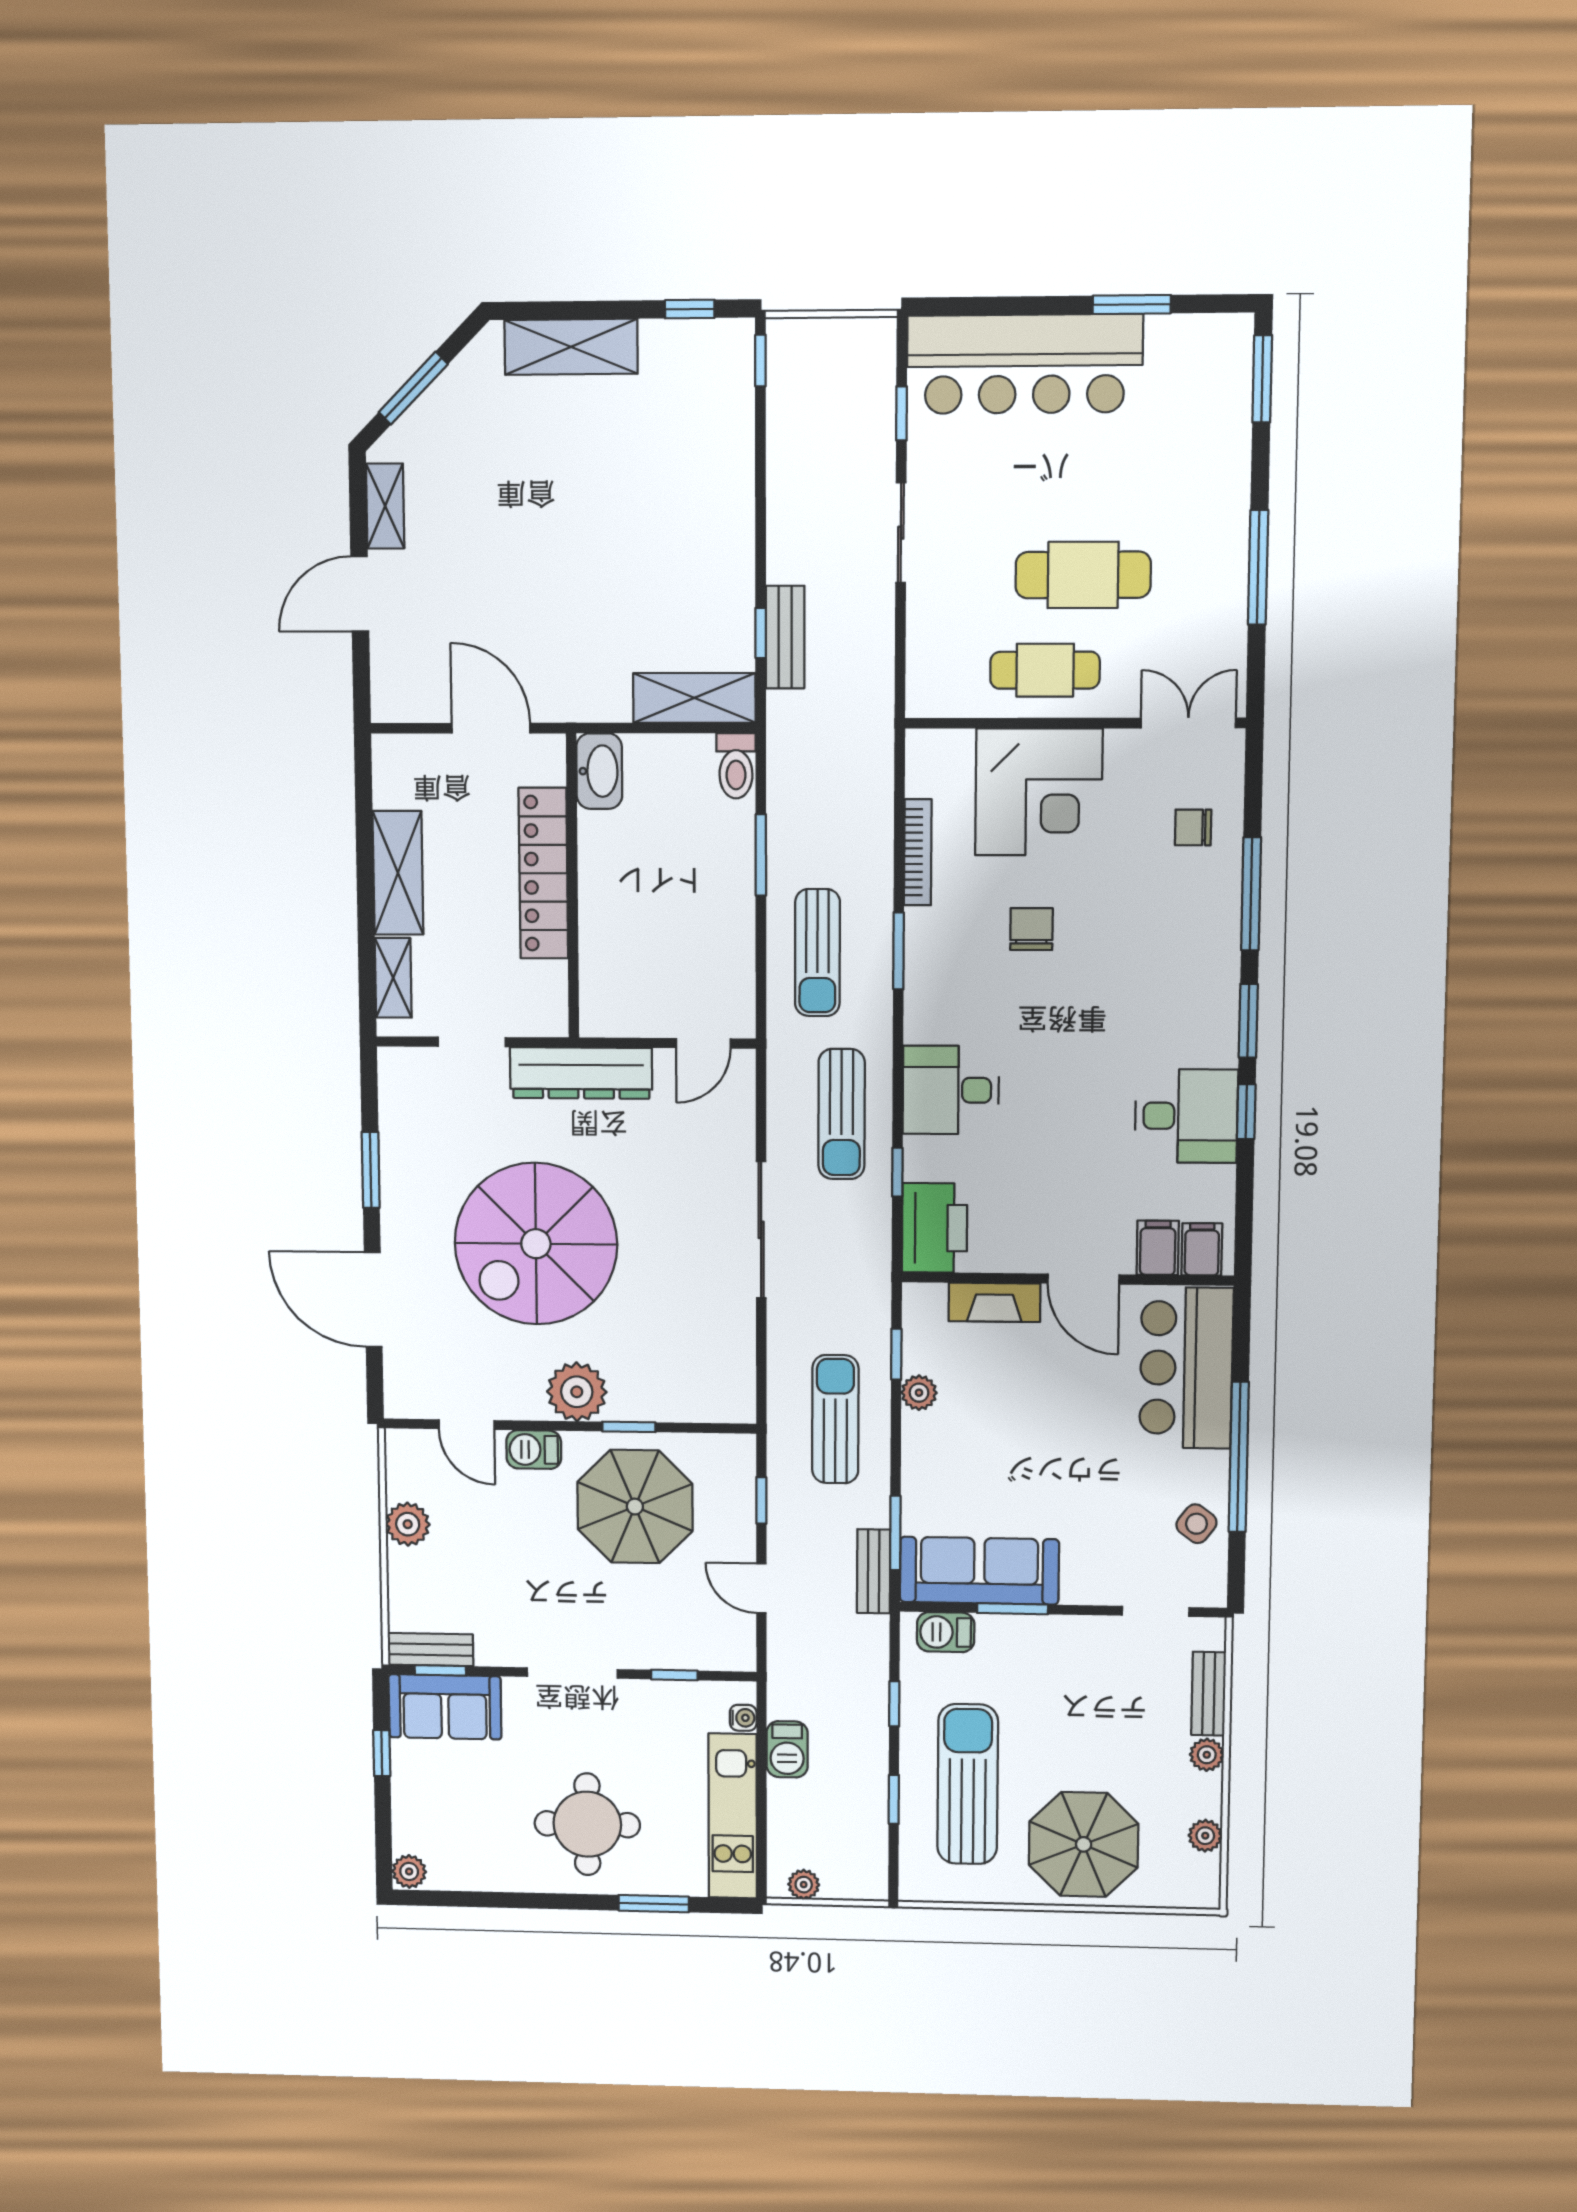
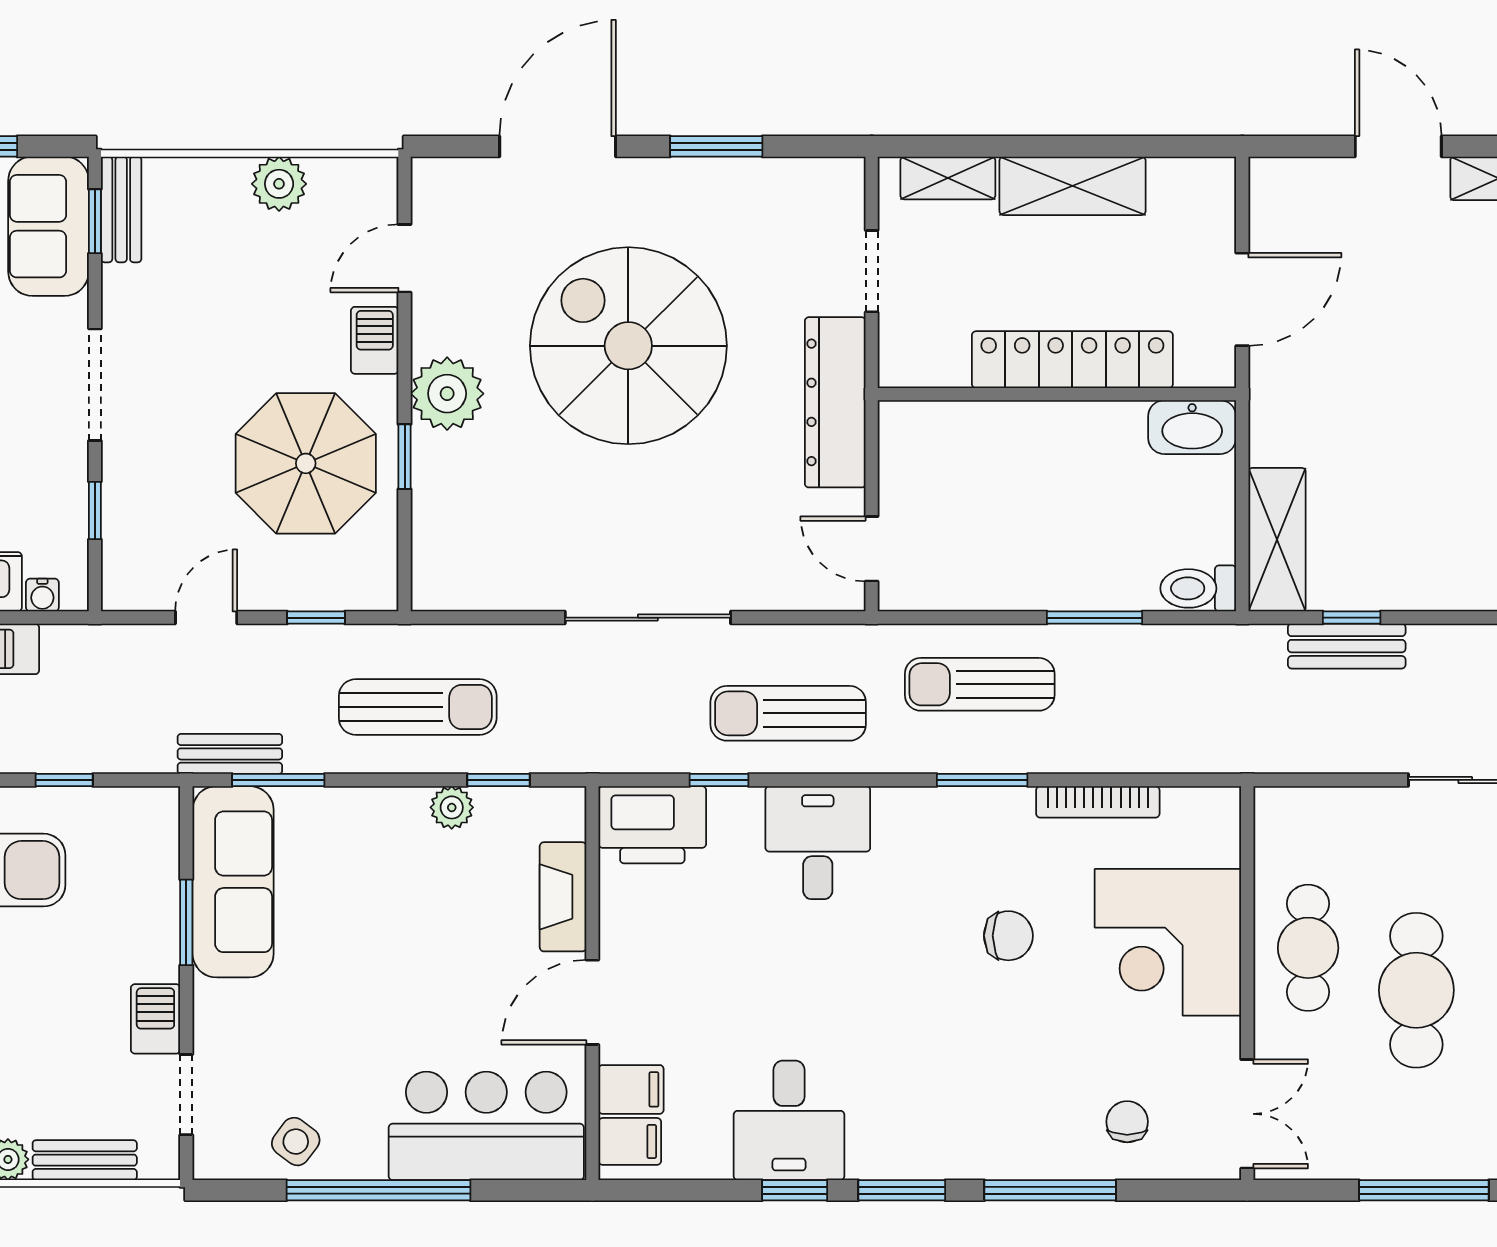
barbecue: (946, 1632) -> (155, 1019), moved

